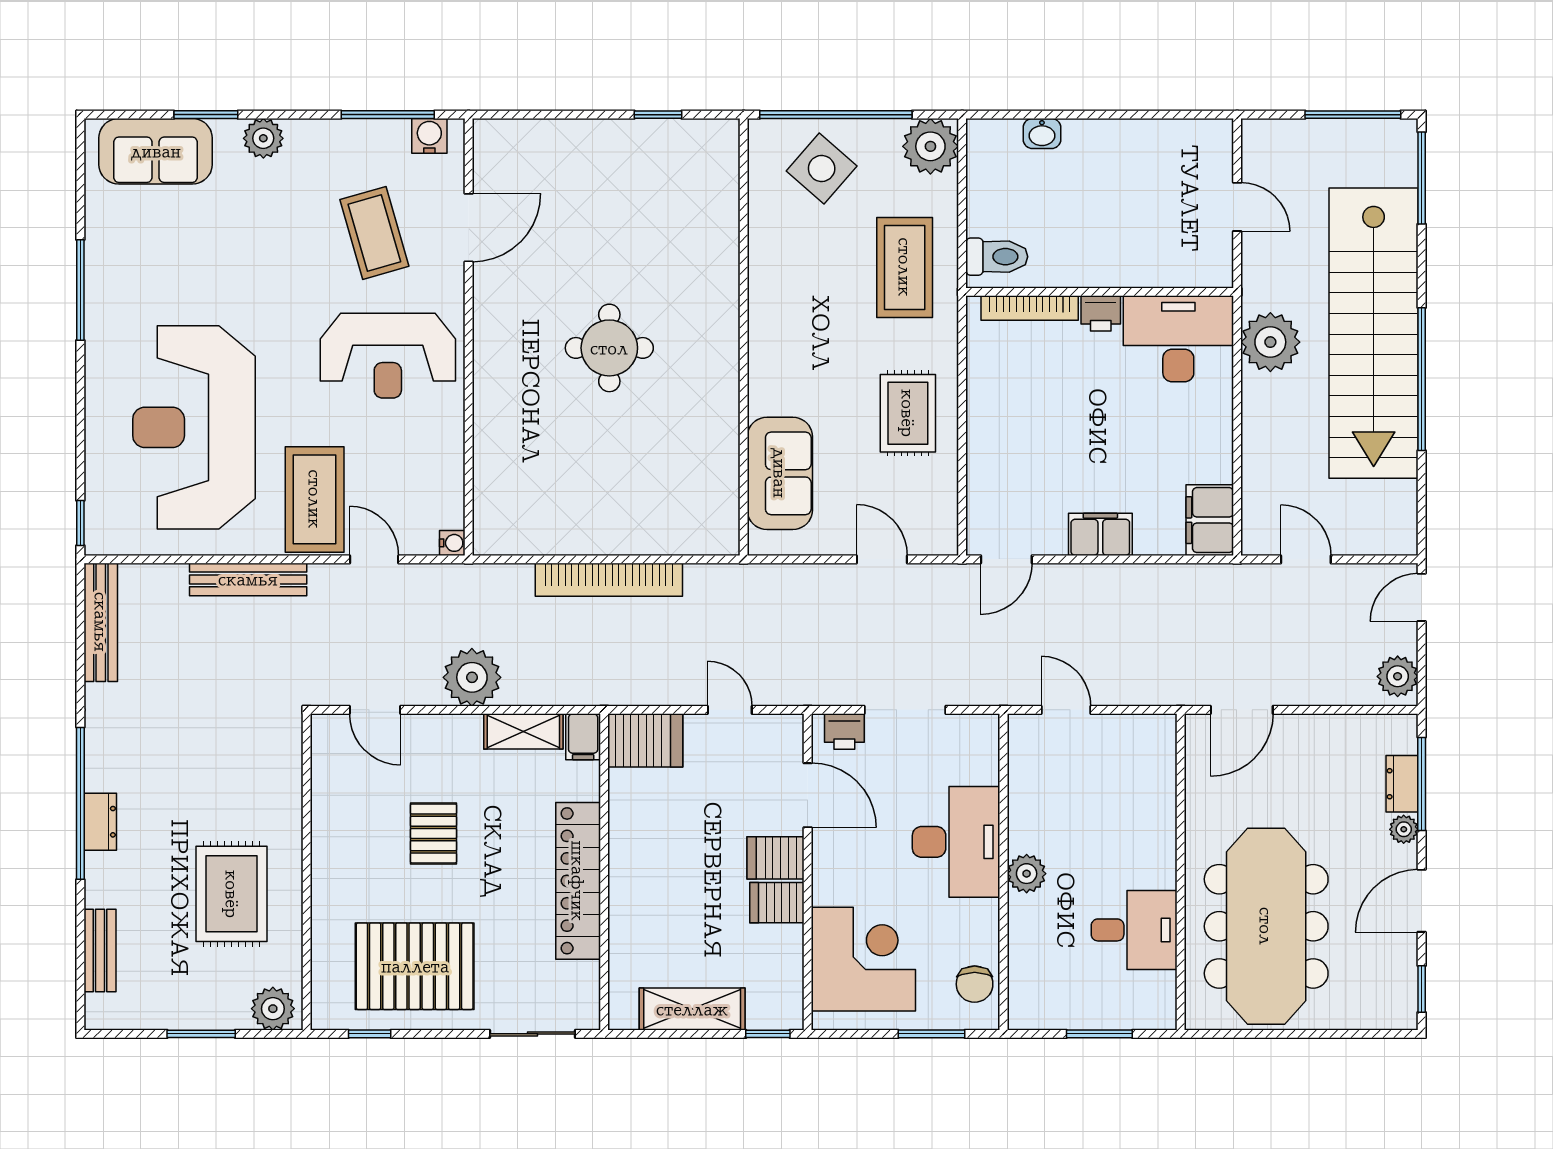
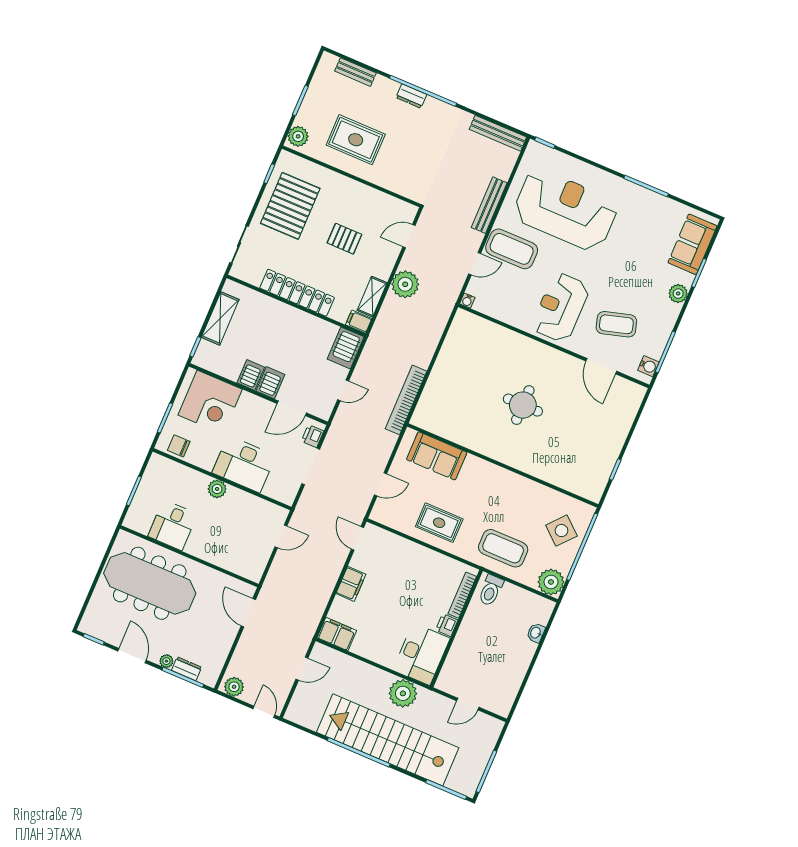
bookcase: (609, 580) -> (406, 400), moved

